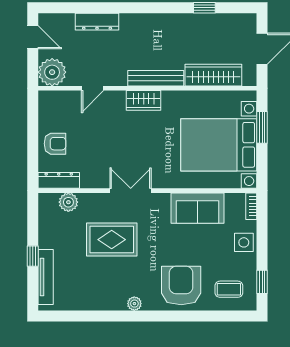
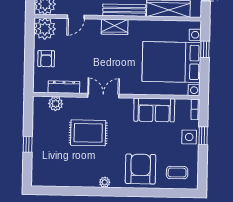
plant: (52, 105) -> (45, 29), added
window: (262, 127) -> (205, 49), width x0.67
armchair: (55, 144) -> (46, 59), turned 90
dresser: (59, 180) -> (64, 87), moved
tv unit: (46, 277) -> (37, 160), removed
window: (262, 282) -> (203, 136), moved

